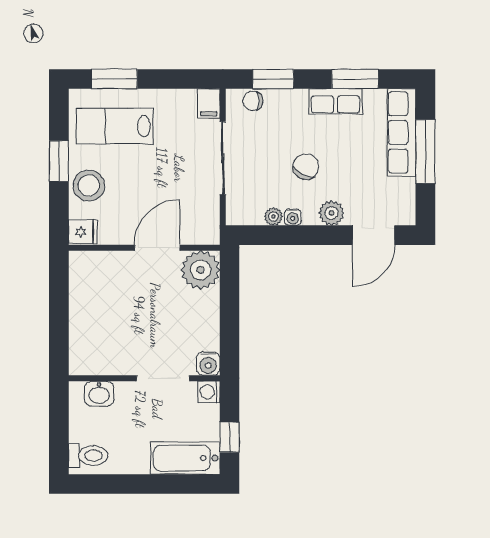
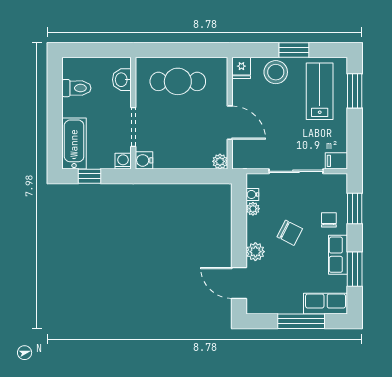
chair: (253, 101) -> (329, 220), moved
row of seats: (401, 132) -> (326, 304), width x0.68
water cooler: (293, 217) -> (252, 194), moved
plant: (201, 270) -> (220, 161), width x0.53, depth x0.53
cafe table: (101, 318) -> (178, 81), added
toilet: (88, 455) -> (76, 88), moved, turned -90

